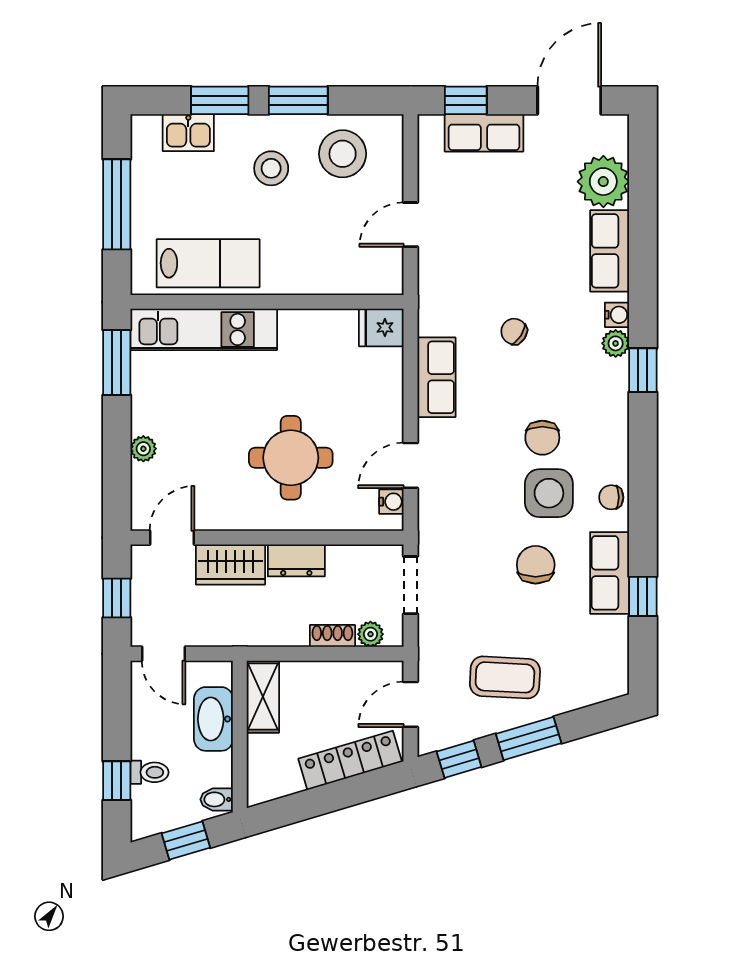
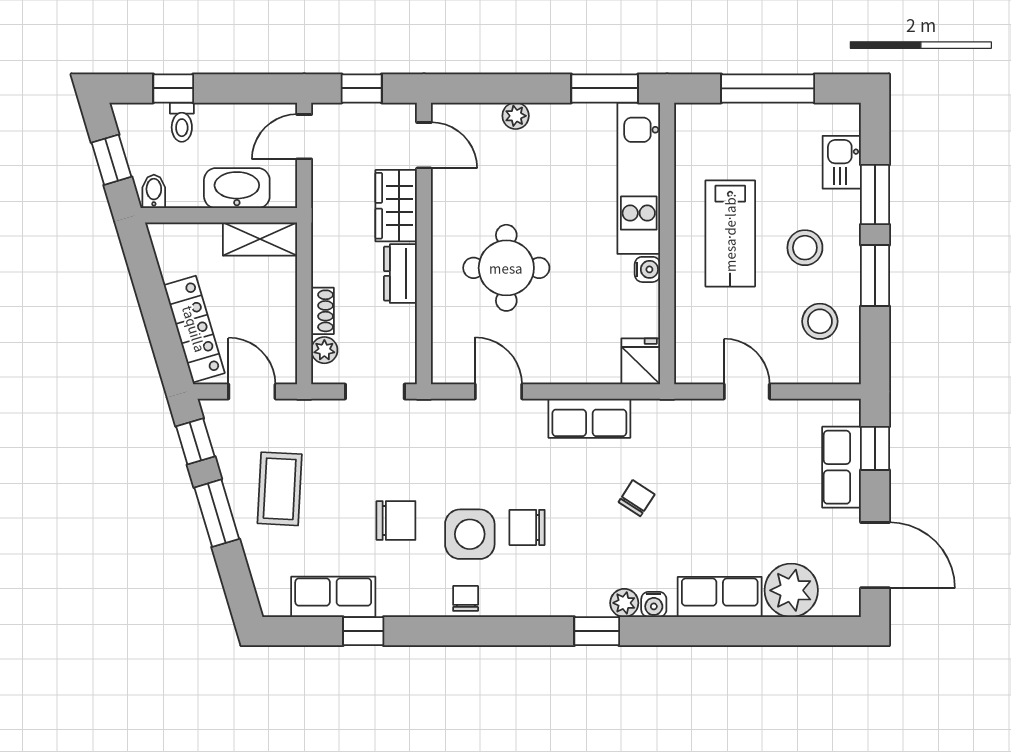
stool: (343, 154) -> (820, 321), width x0.73, depth x0.73
lab bench: (208, 263) -> (730, 233), moved
water cooler: (391, 502) -> (647, 269), moved, turned -90
row of seats: (610, 573) -> (333, 597), moved

